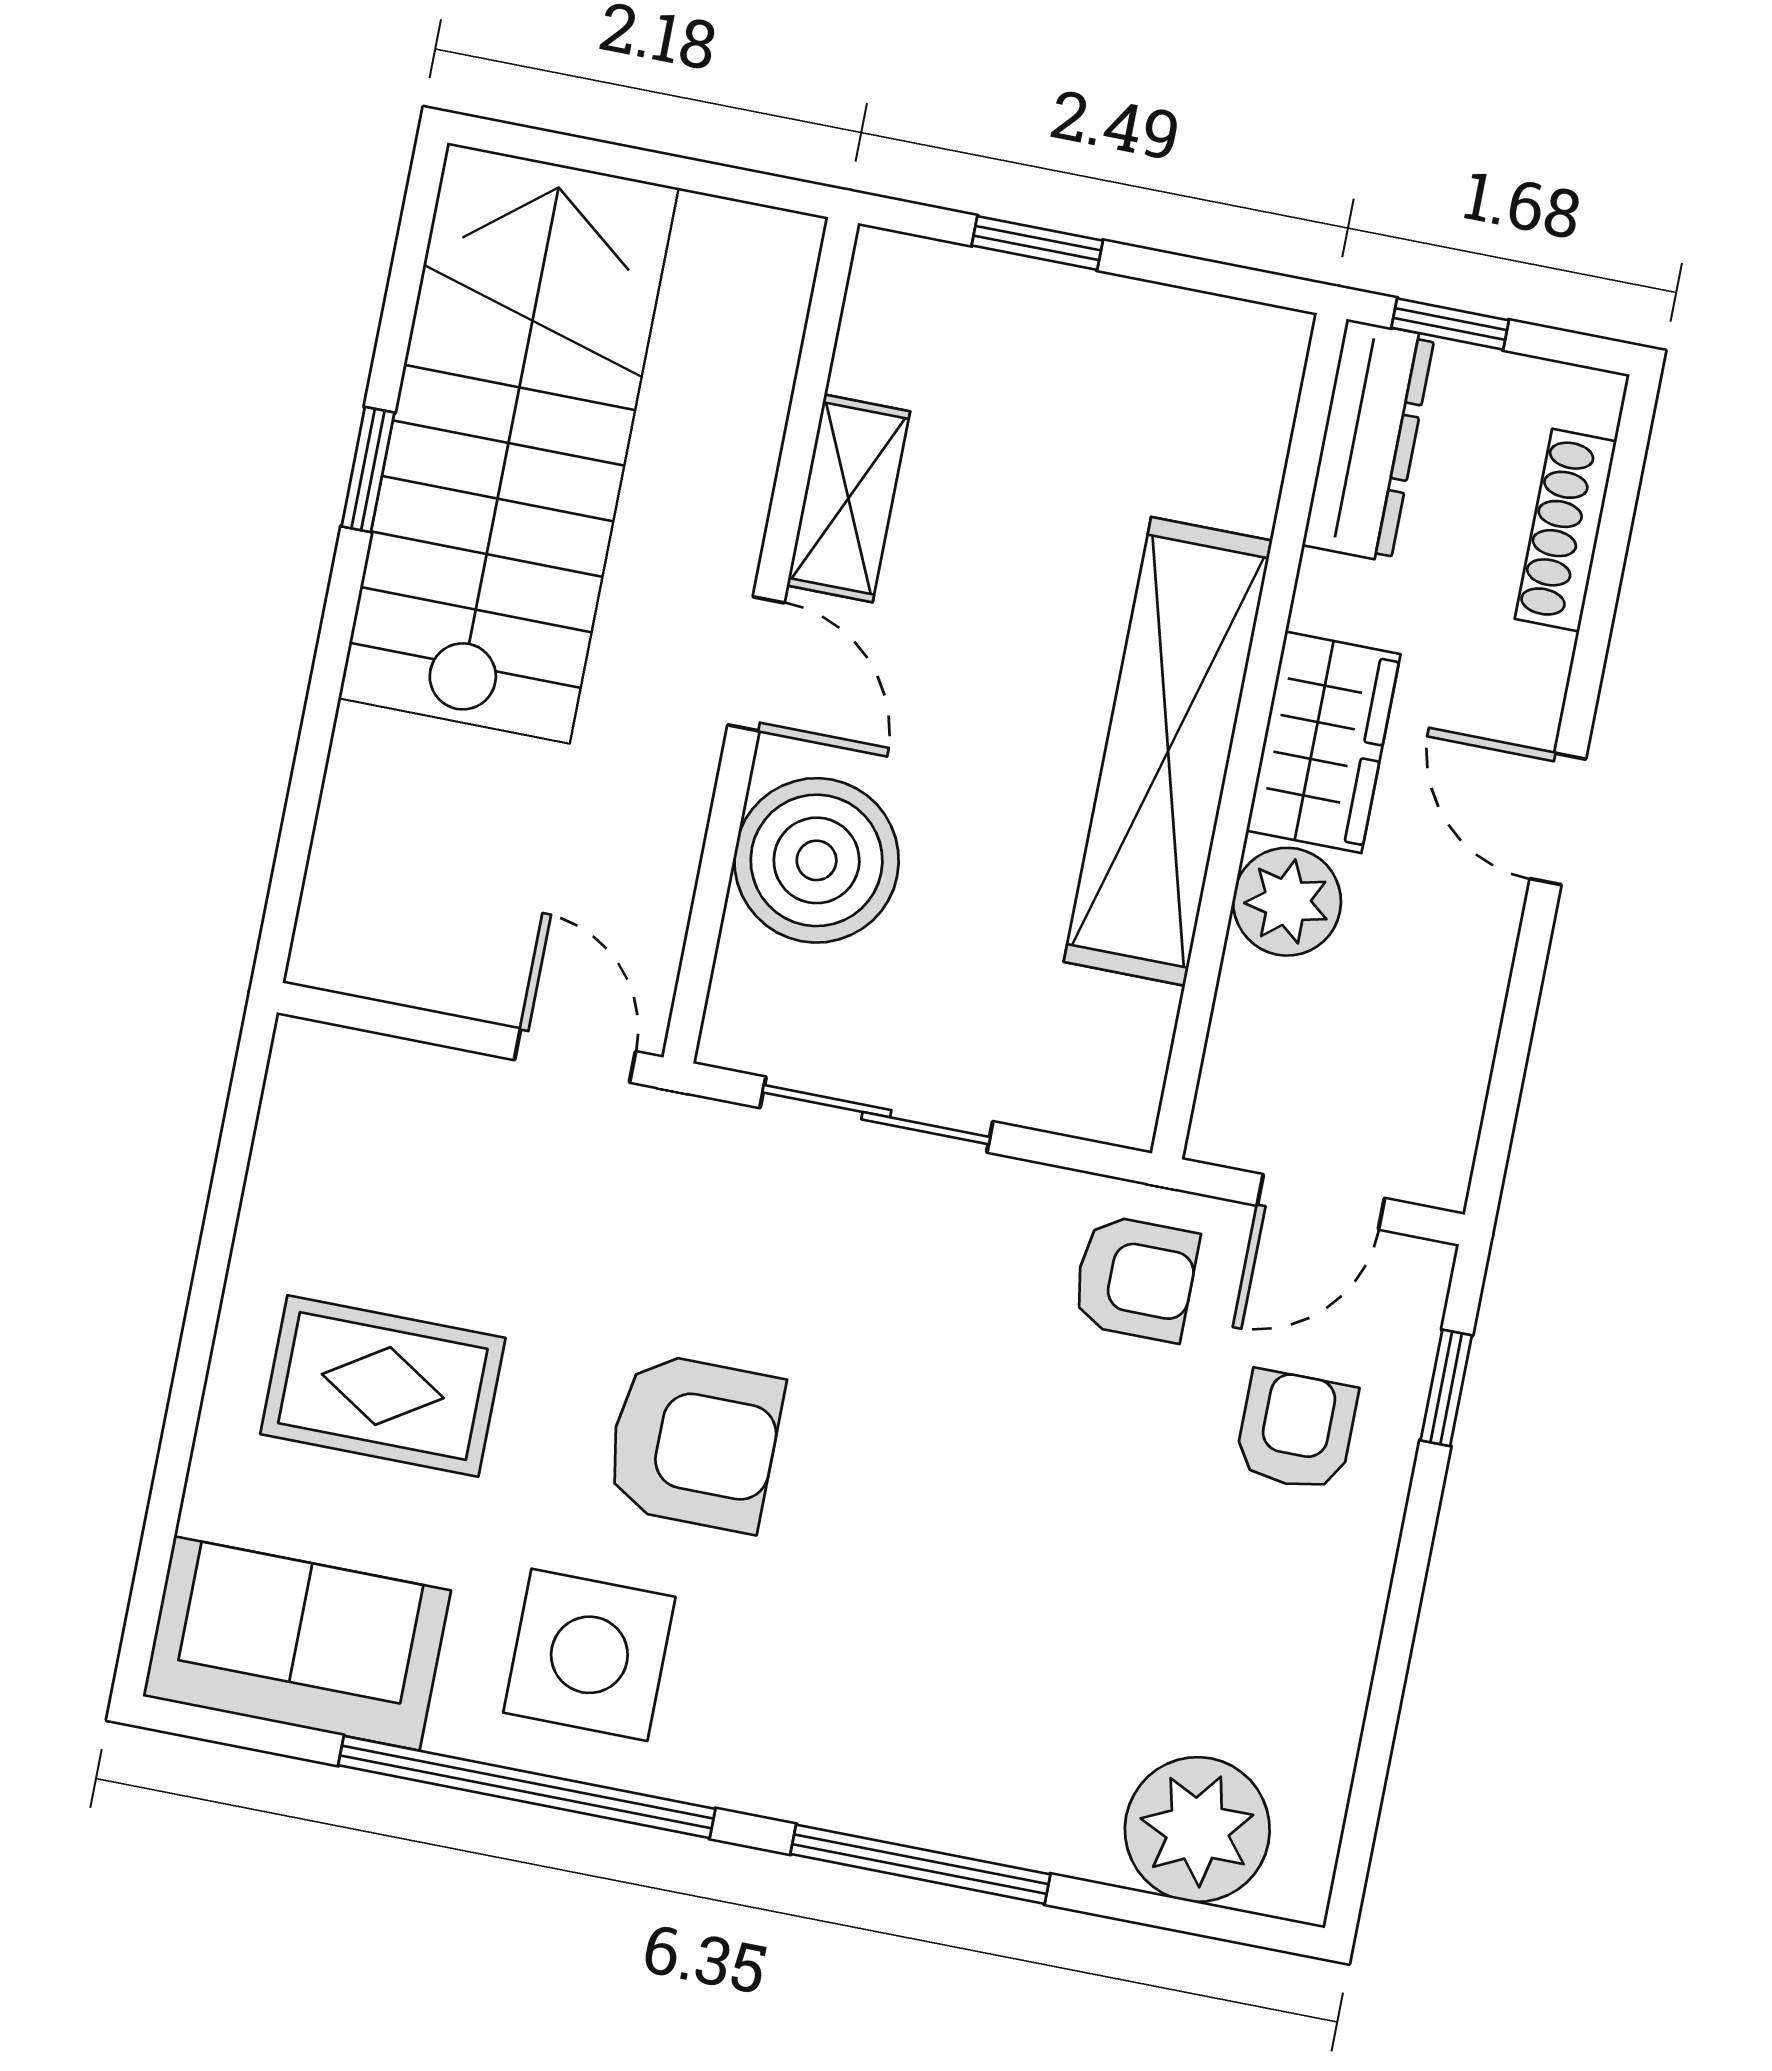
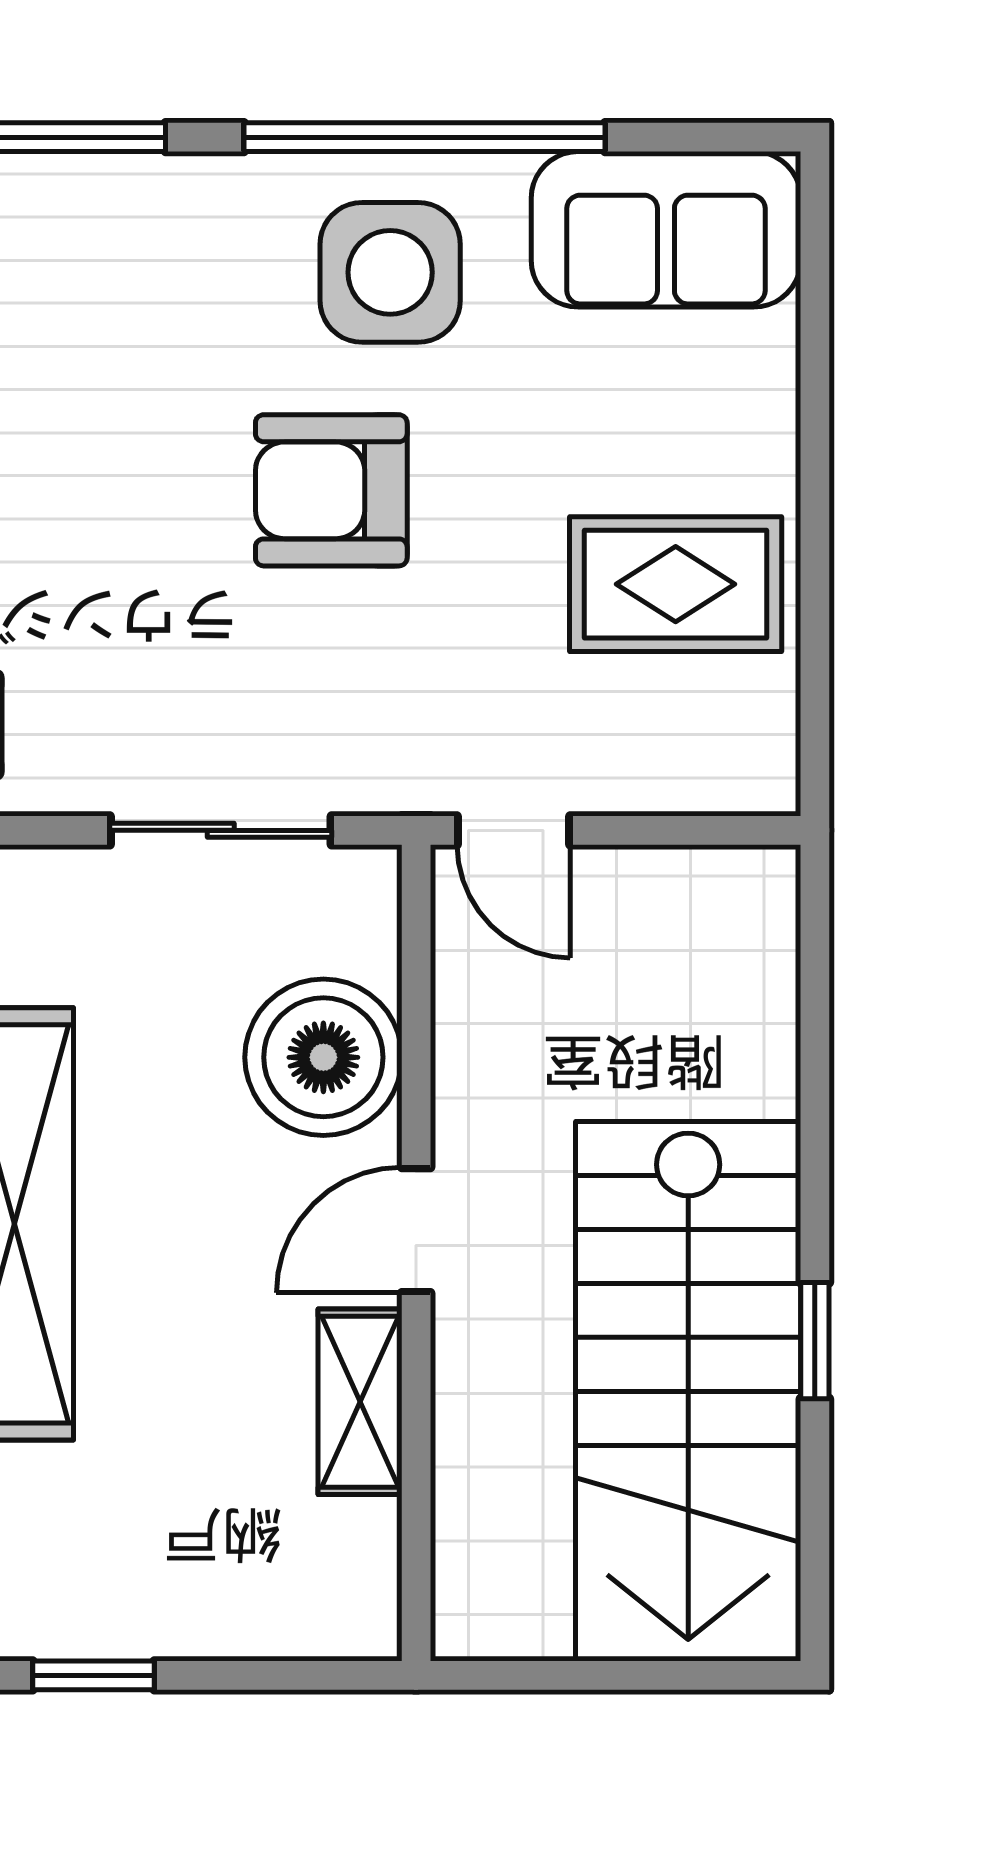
window: (1037, 243) -> (94, 1675), moved
door: (756, 664) -> (416, 1230), hinge flipped
rug: (383, 1386) -> (676, 584), moved

